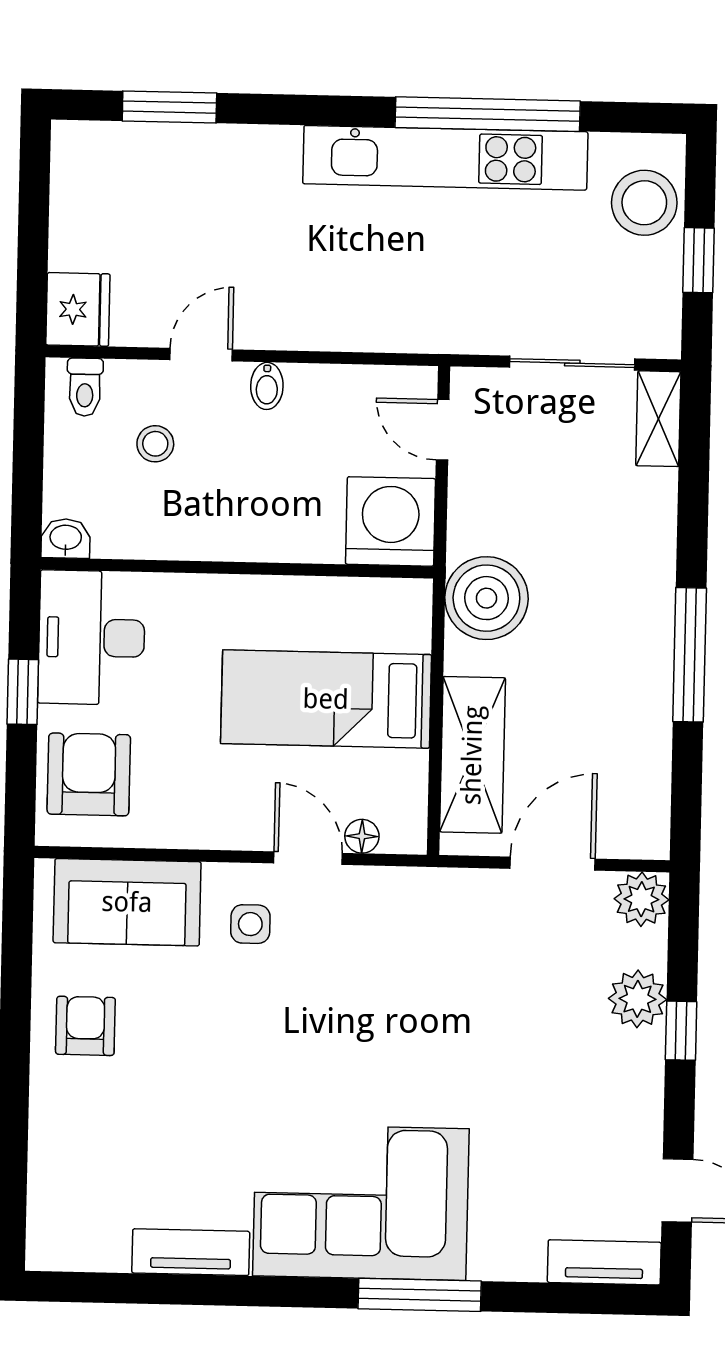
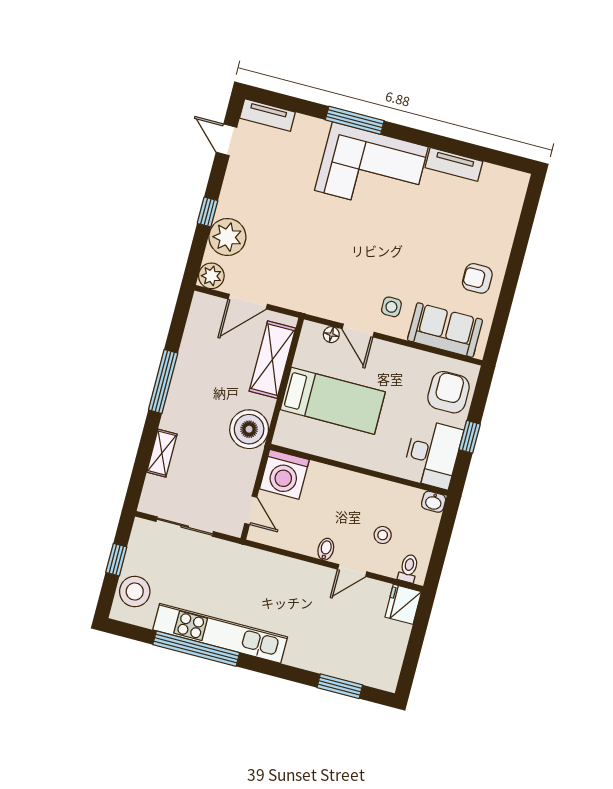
shelving: (658, 419) -> (162, 453), moved
armchair: (89, 774) -> (449, 392), turned 180
plant: (638, 999) -> (227, 237), width x1.36, depth x1.36
armchair: (85, 1026) -> (477, 278), turned 90

